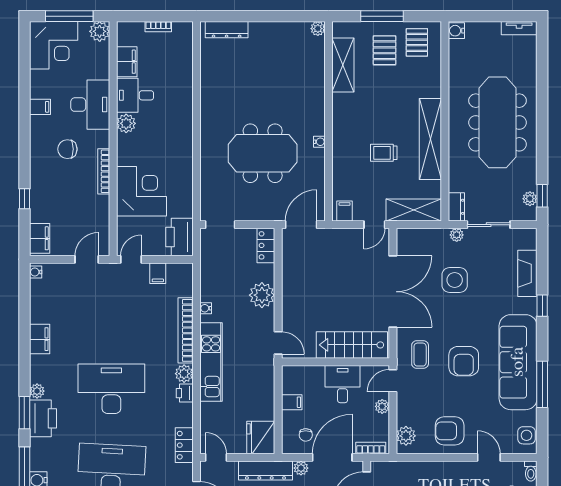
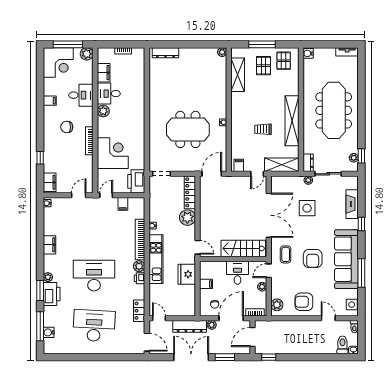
desk: (90, 105) -> (81, 95), width x0.73
locker: (266, 245) -> (190, 192), width x1.53
fridge: (261, 438) -> (187, 274), moved

